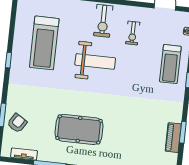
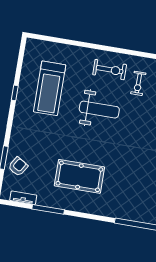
exercise bike: (103, 21) -> (110, 70), turned -90
window: (8, 60) -> (15, 93), moved

